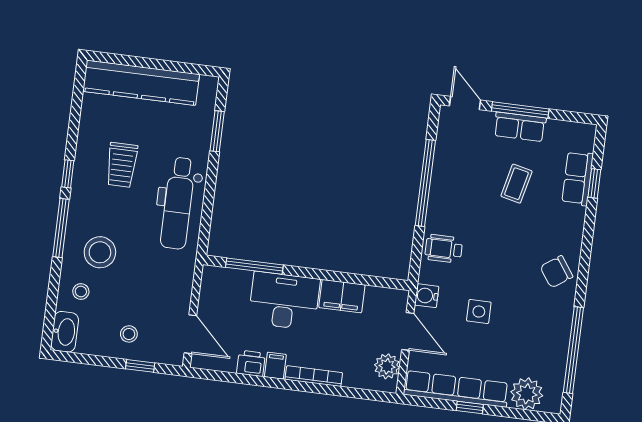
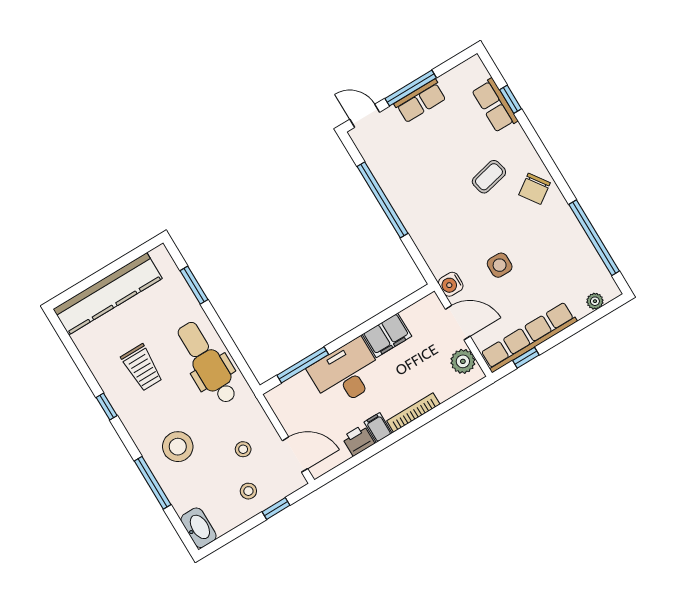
coffee table: (516, 184) -> (489, 177), moved, turned 64
dental chair: (178, 203) -> (207, 363), turned 180
window: (61, 228) -> (153, 483), moved
wheelchair: (444, 249) -> (435, 239), removed
stool: (81, 292) -> (243, 449), moved
plant: (527, 394) -> (595, 301), width x0.53, depth x0.53
window: (470, 408) -> (526, 358), moved

